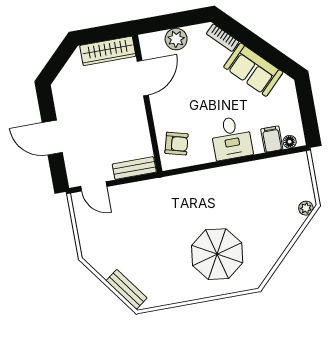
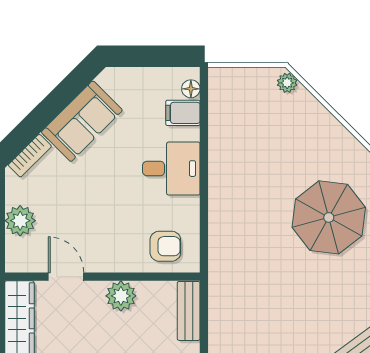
door: (143, 78) -> (66, 277), width x0.73
plant: (136, 119) -> (121, 296), added
armchair: (177, 144) -> (165, 246), turned 75

